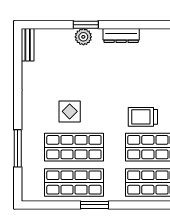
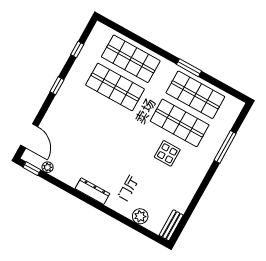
window: (86, 25) -> (116, 215), removed
plant: (83, 37) -> (140, 216), moved
trolley: (143, 117) -> (111, 117), removed

